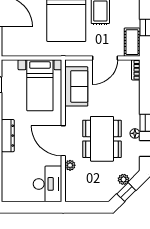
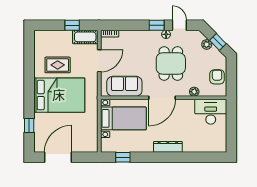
door: (105, 58) -> (99, 61), hinge flipped
dining table: (102, 139) -> (171, 63), width x0.73
door: (63, 141) -> (162, 98), moved
armchair: (87, 191) -> (217, 77), added

